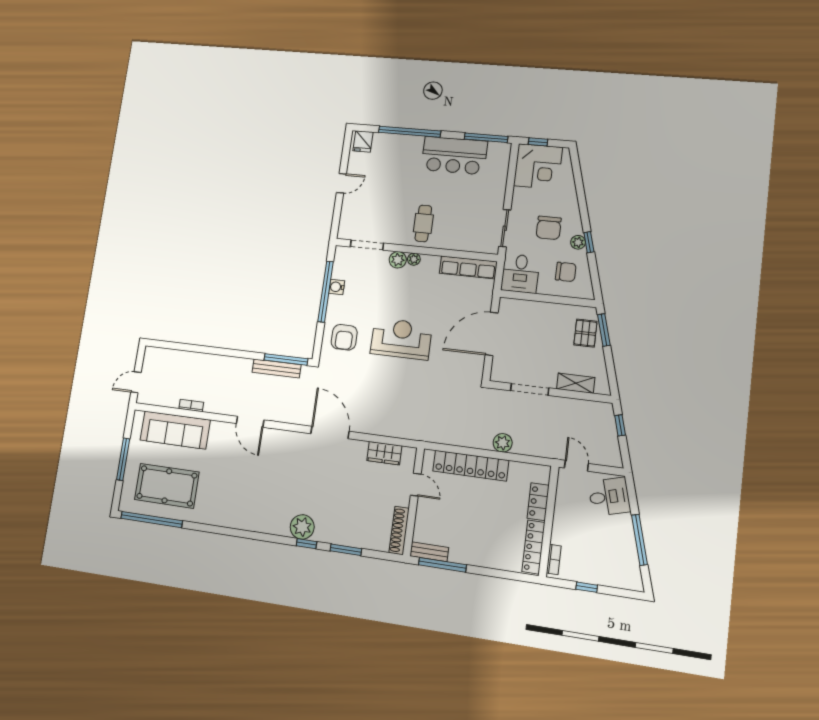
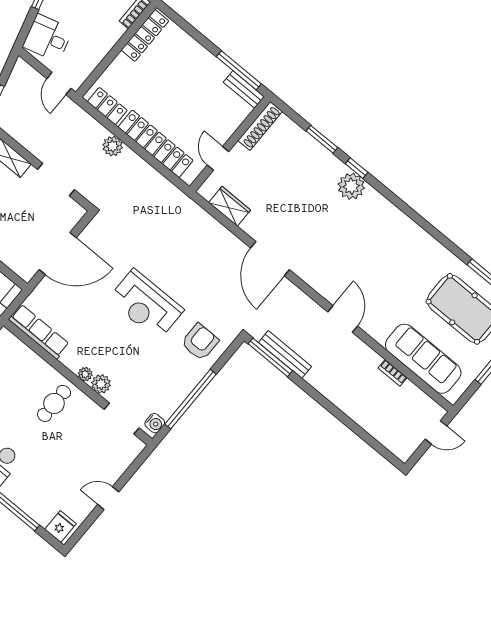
water cooler: (337, 287) -> (155, 423), moved
locker: (538, 502) -> (107, 106), moved, turned -90

